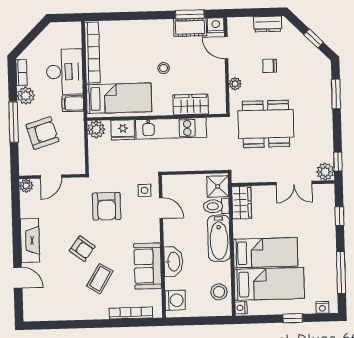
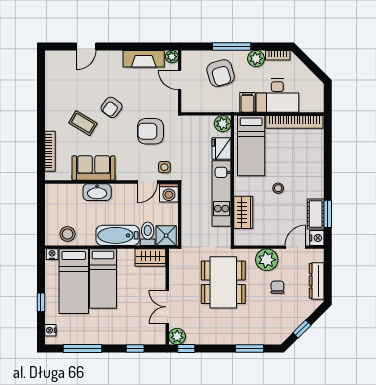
dresser: (268, 24) -> (317, 281), width x1.44
plant: (235, 84) -> (267, 260), width x1.88, depth x1.88
fireplace: (30, 241) -> (144, 59), moved
washing machine: (175, 300) -> (169, 193), moved

